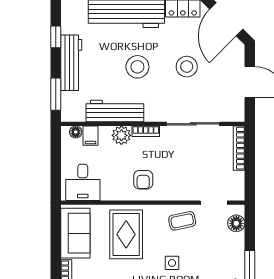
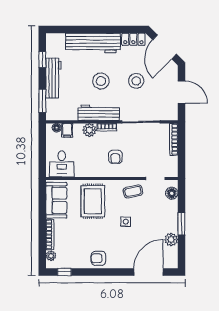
workbench: (115, 111) -> (99, 113), moved
armchair: (143, 180) -> (115, 157), moved

